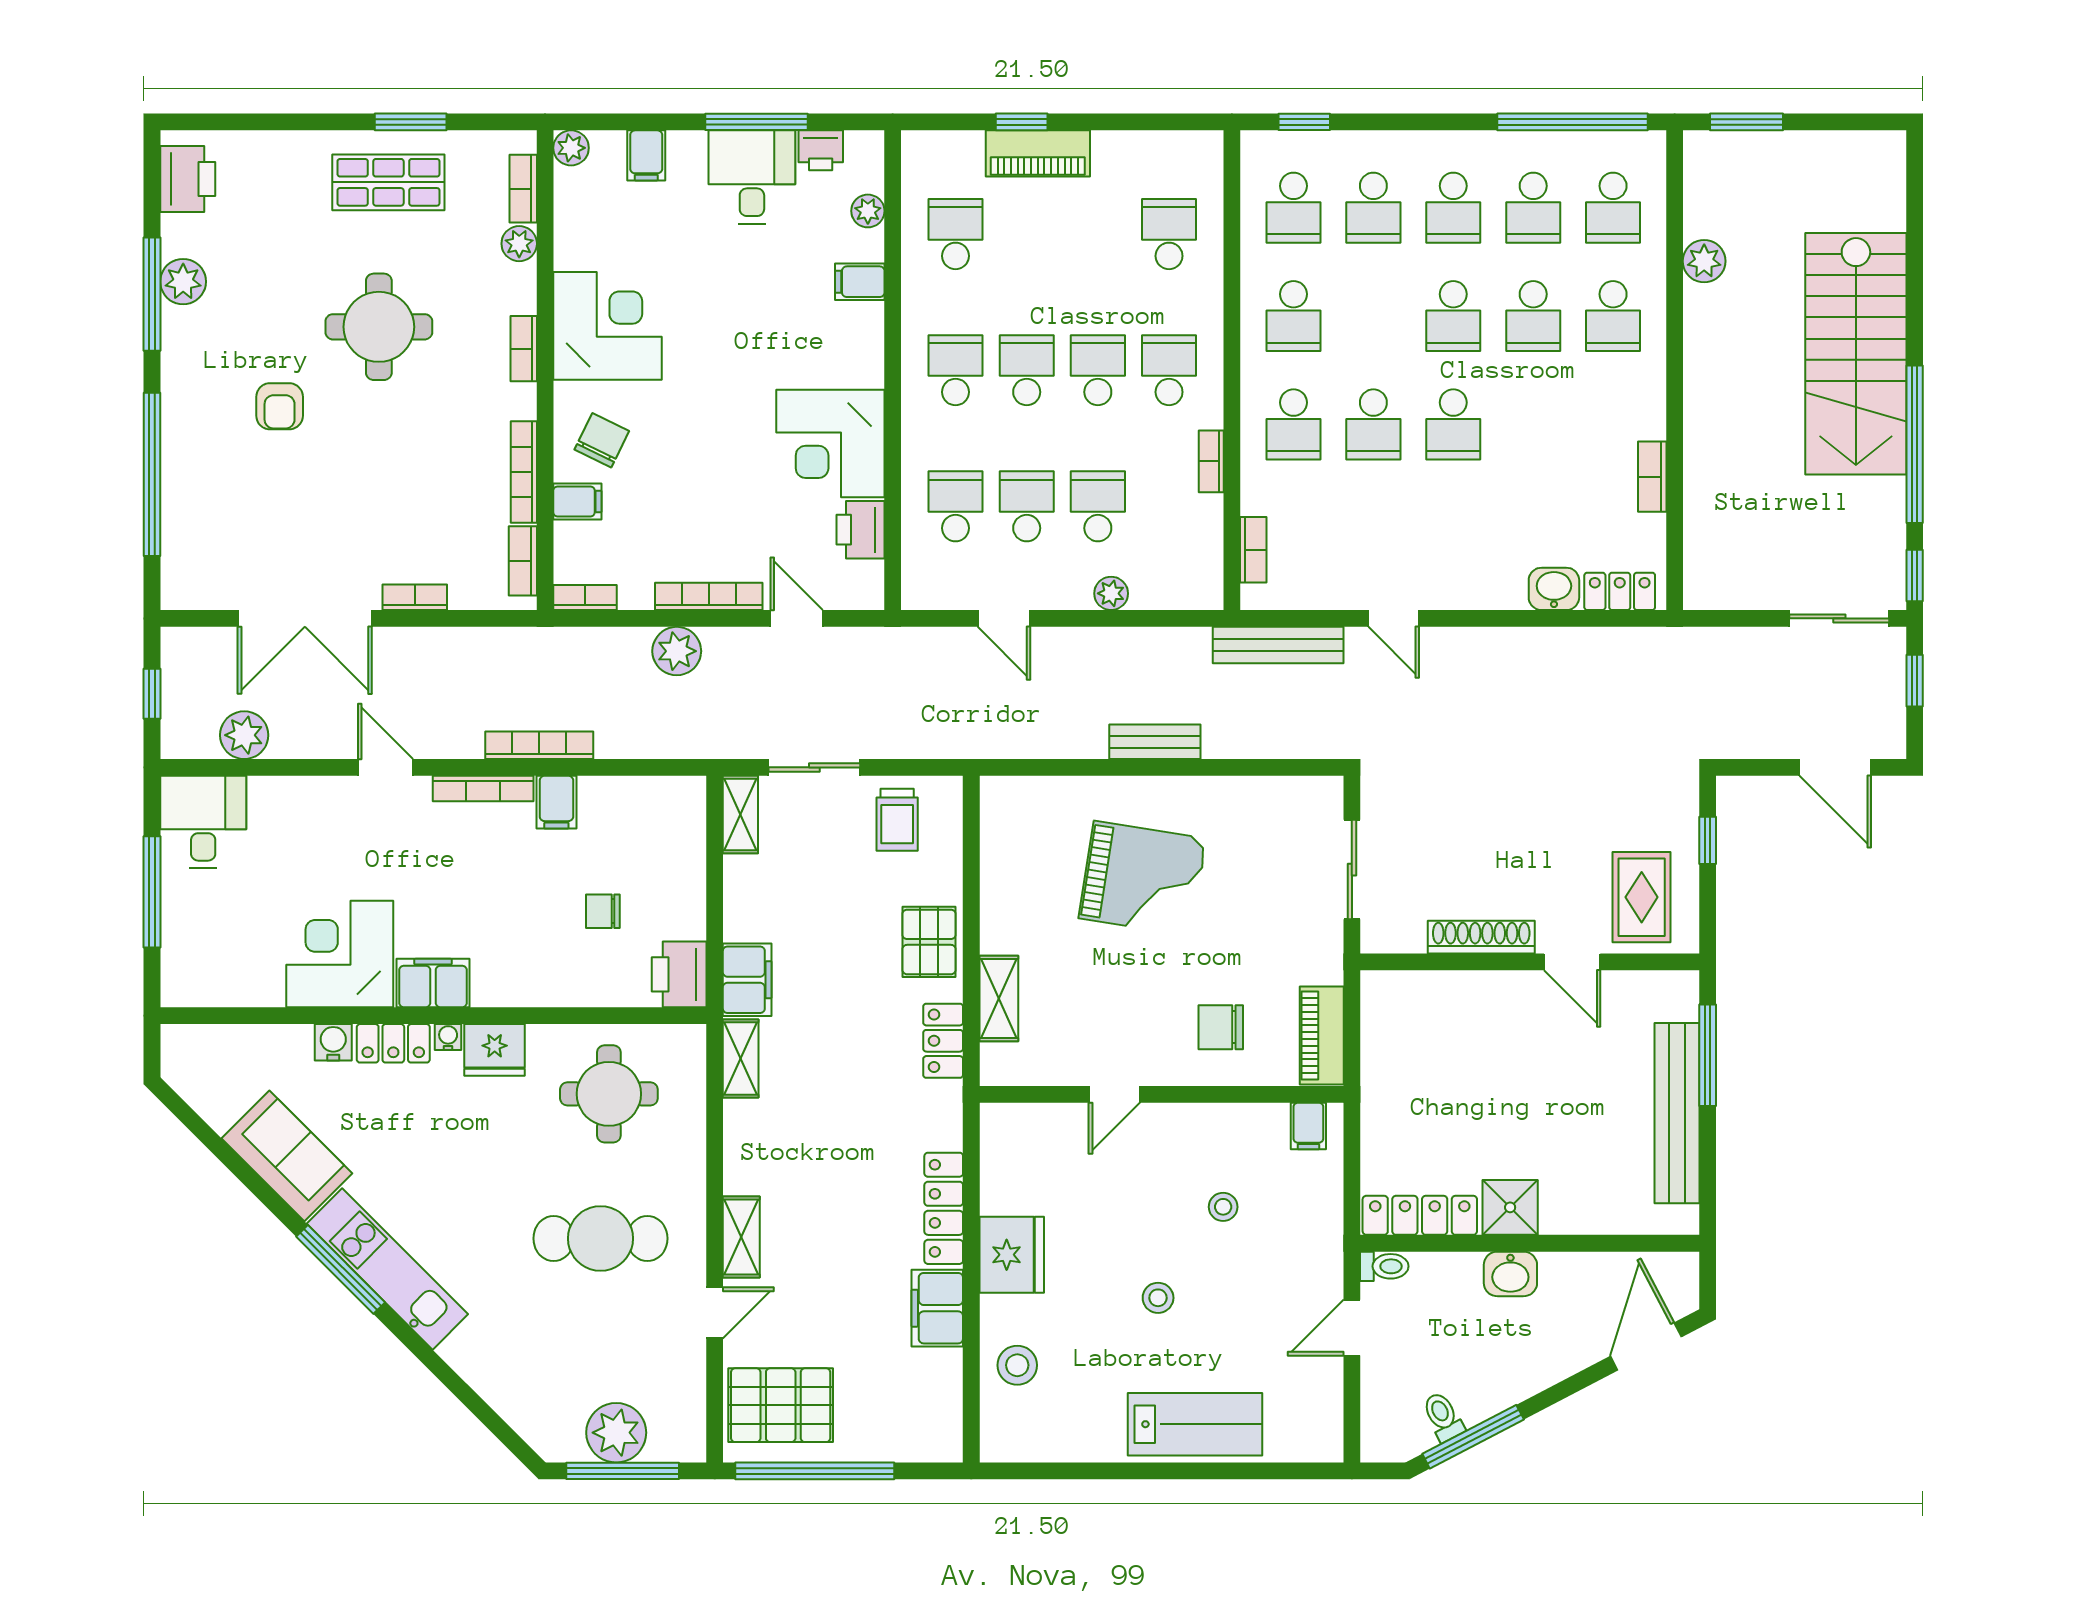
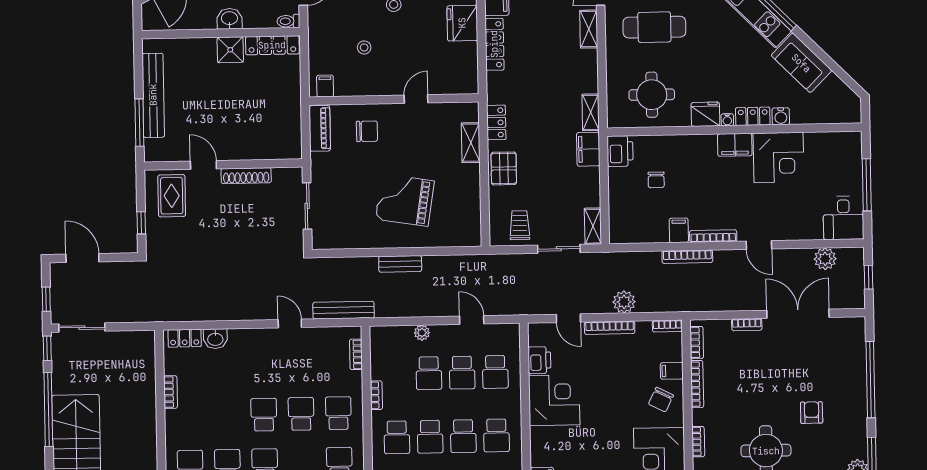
chair: (603, 911) -> (656, 180), turned 90

